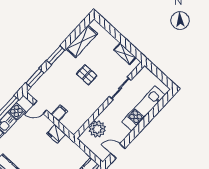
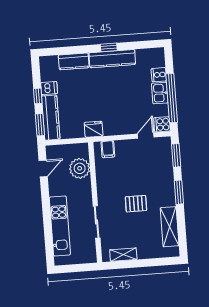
cooker: (17, 111) -> (162, 124), moved
filing cabinet: (59, 113) -> (108, 149), moved
fridge: (56, 134) -> (94, 129), moved

